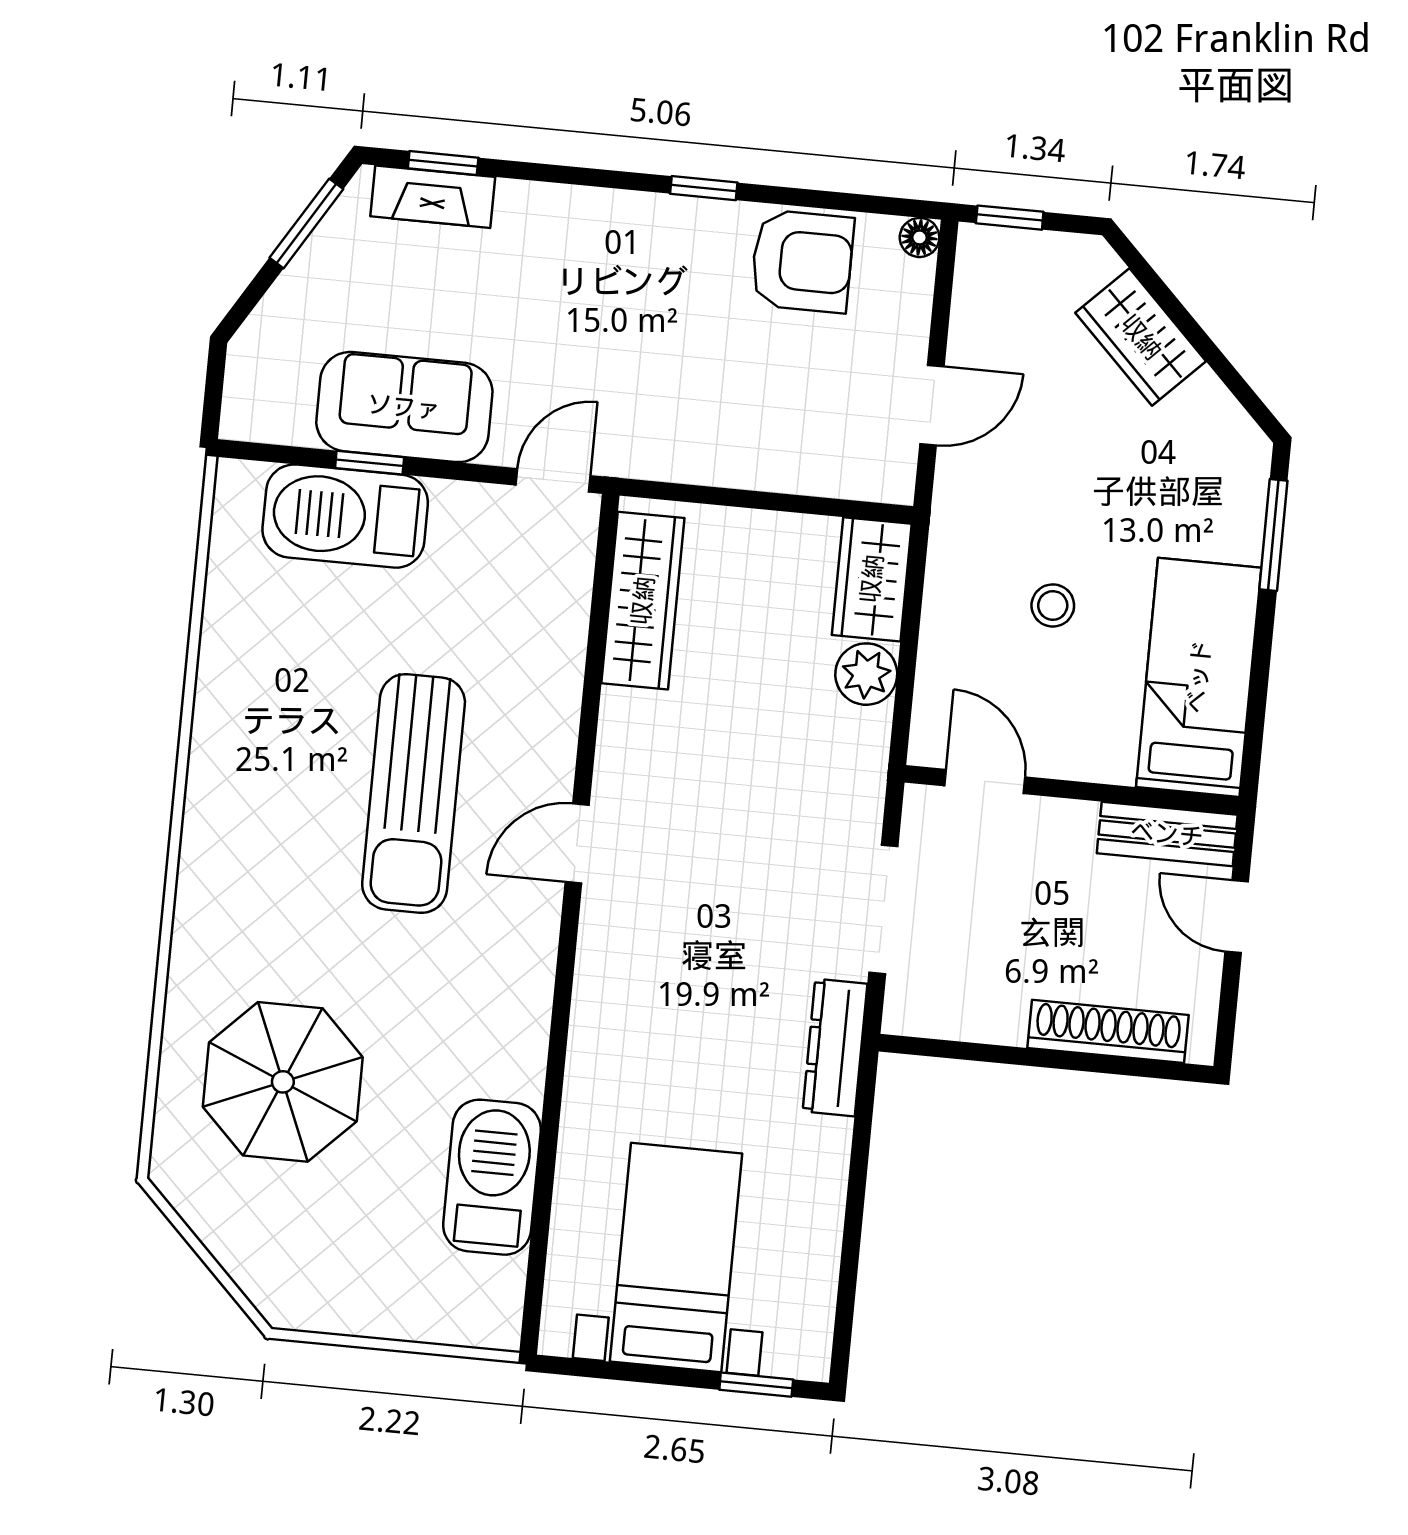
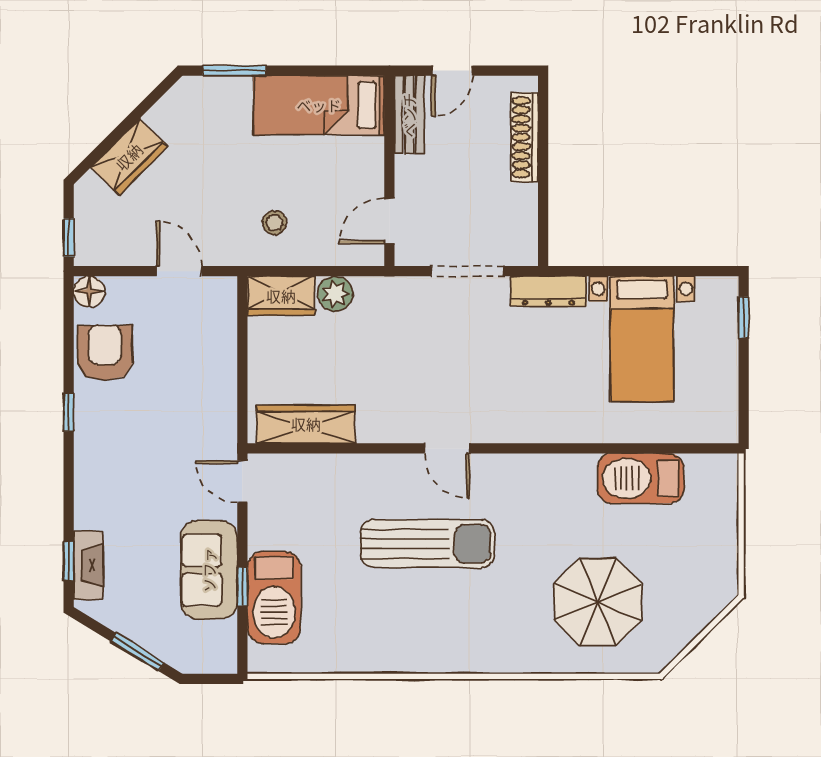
window: (306, 223) -> (137, 652), moved
floor lamp: (920, 237) -> (89, 292), width x1.37, depth x1.37
stool: (1053, 605) -> (275, 223), moved
bed with nightstands: (676, 1258) -> (642, 339), moved, turned -90

